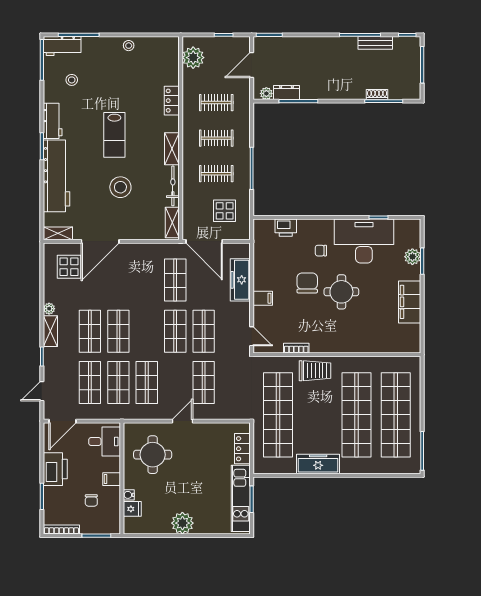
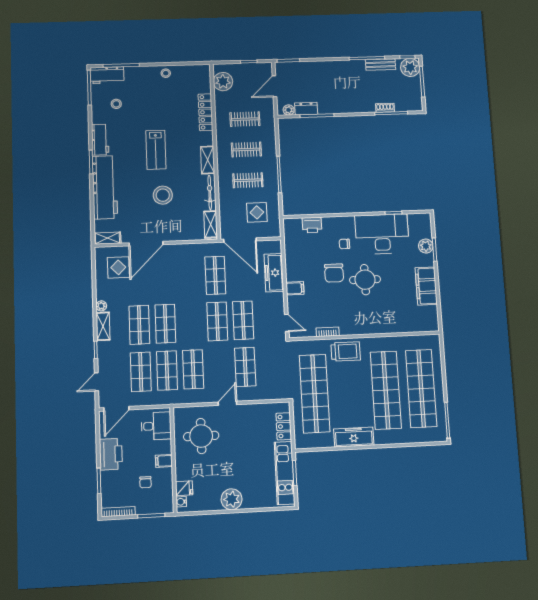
plant: (410, 47) -> (410, 67), added
locker: (172, 101) -> (205, 112), width x1.53
chair: (307, 283) -> (334, 273), turned 180
water cooler: (129, 495) -> (181, 502), moved

